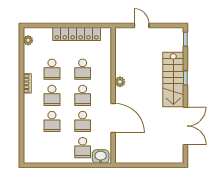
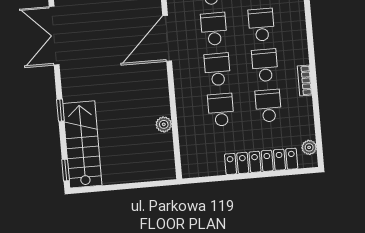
door: (142, 25) -> (135, 185), removed
locker: (77, 34) -> (261, 161), moved
stairs: (173, 79) -> (82, 144), moved
plant: (120, 82) -> (164, 124), moved
door: (113, 118) -> (167, 38), hinge flipped

